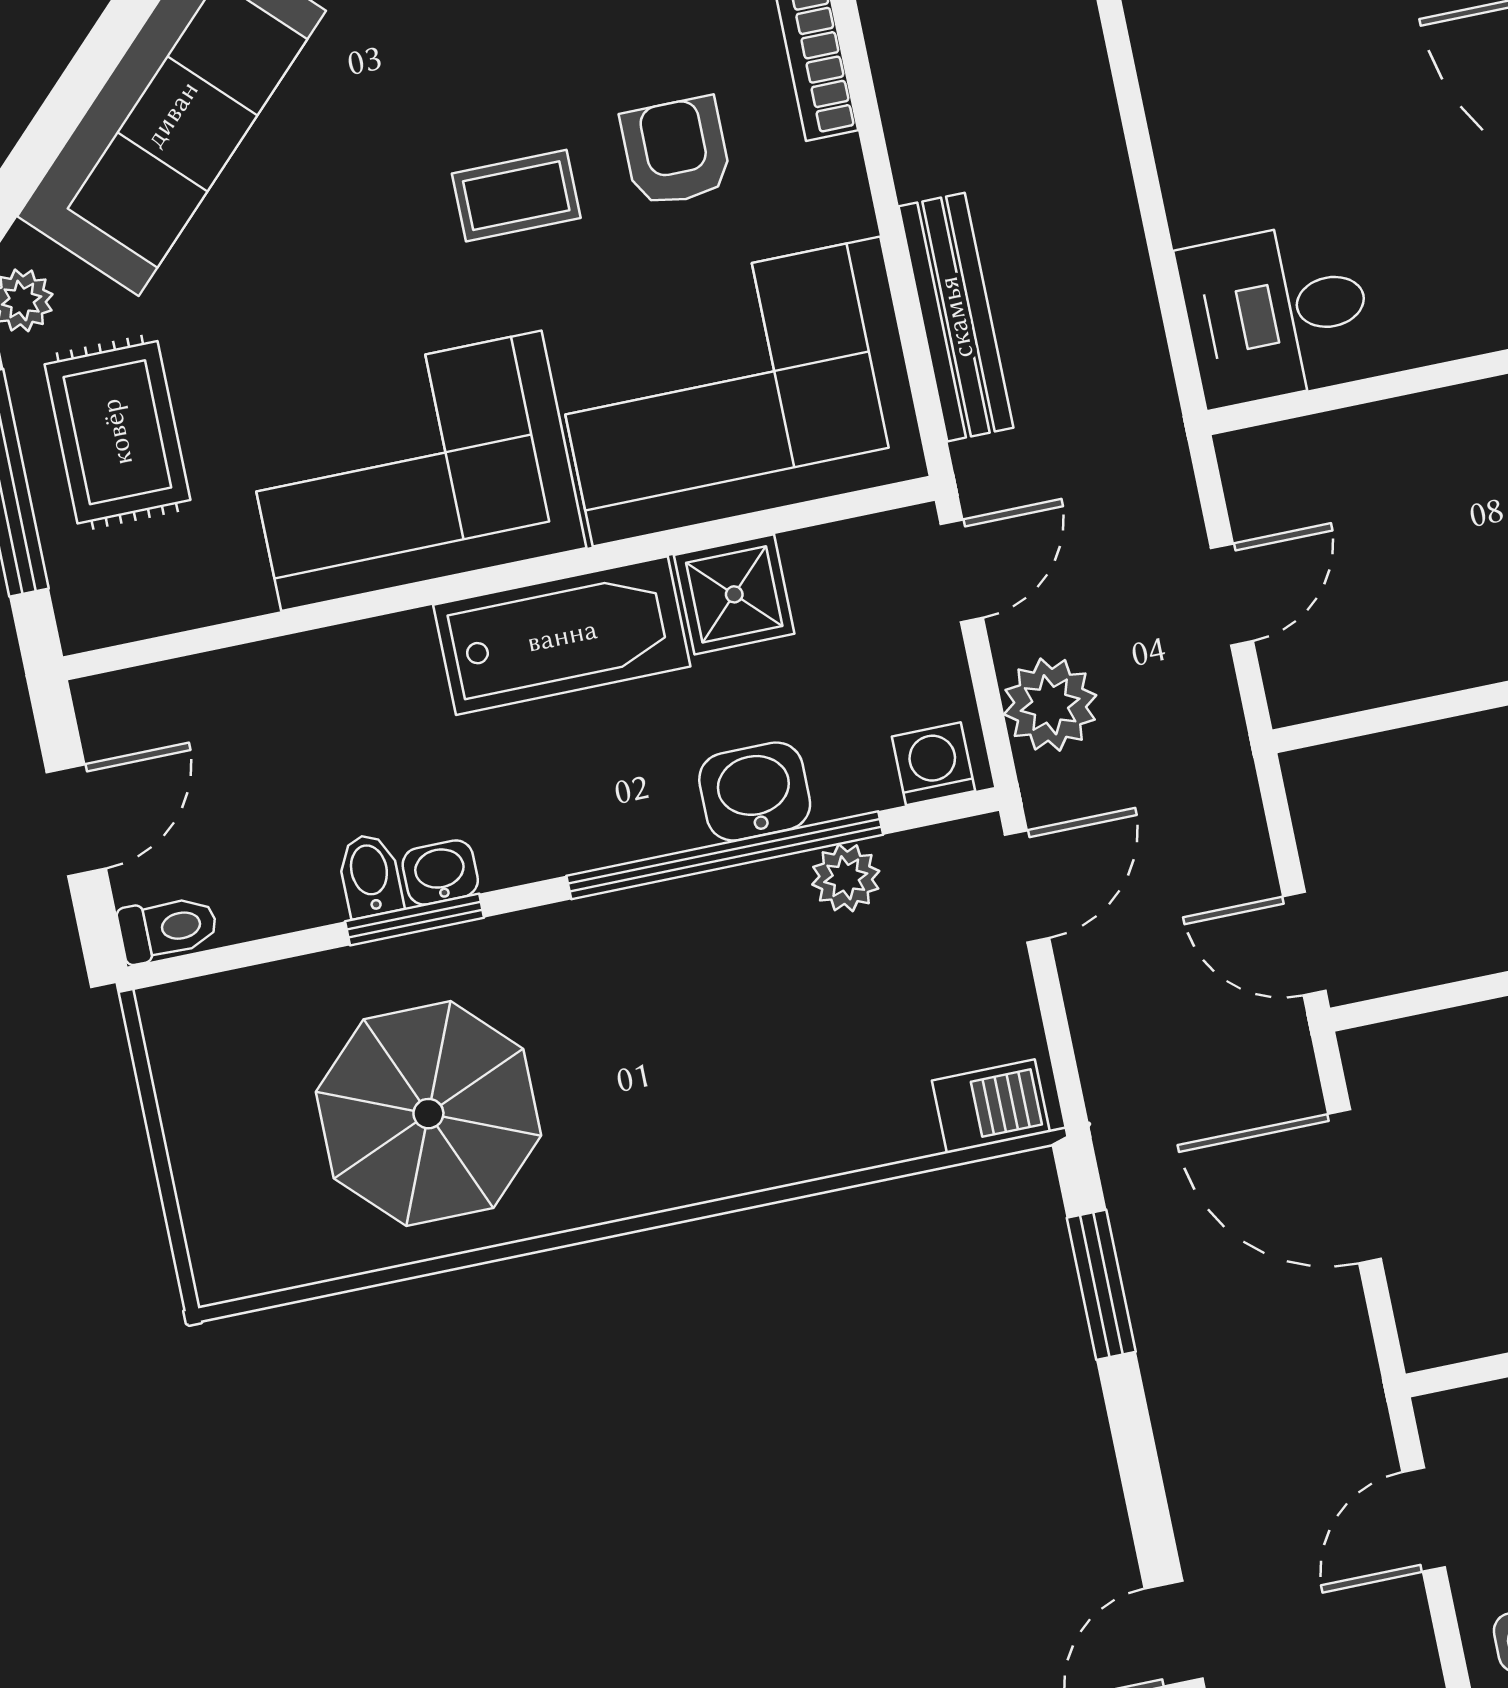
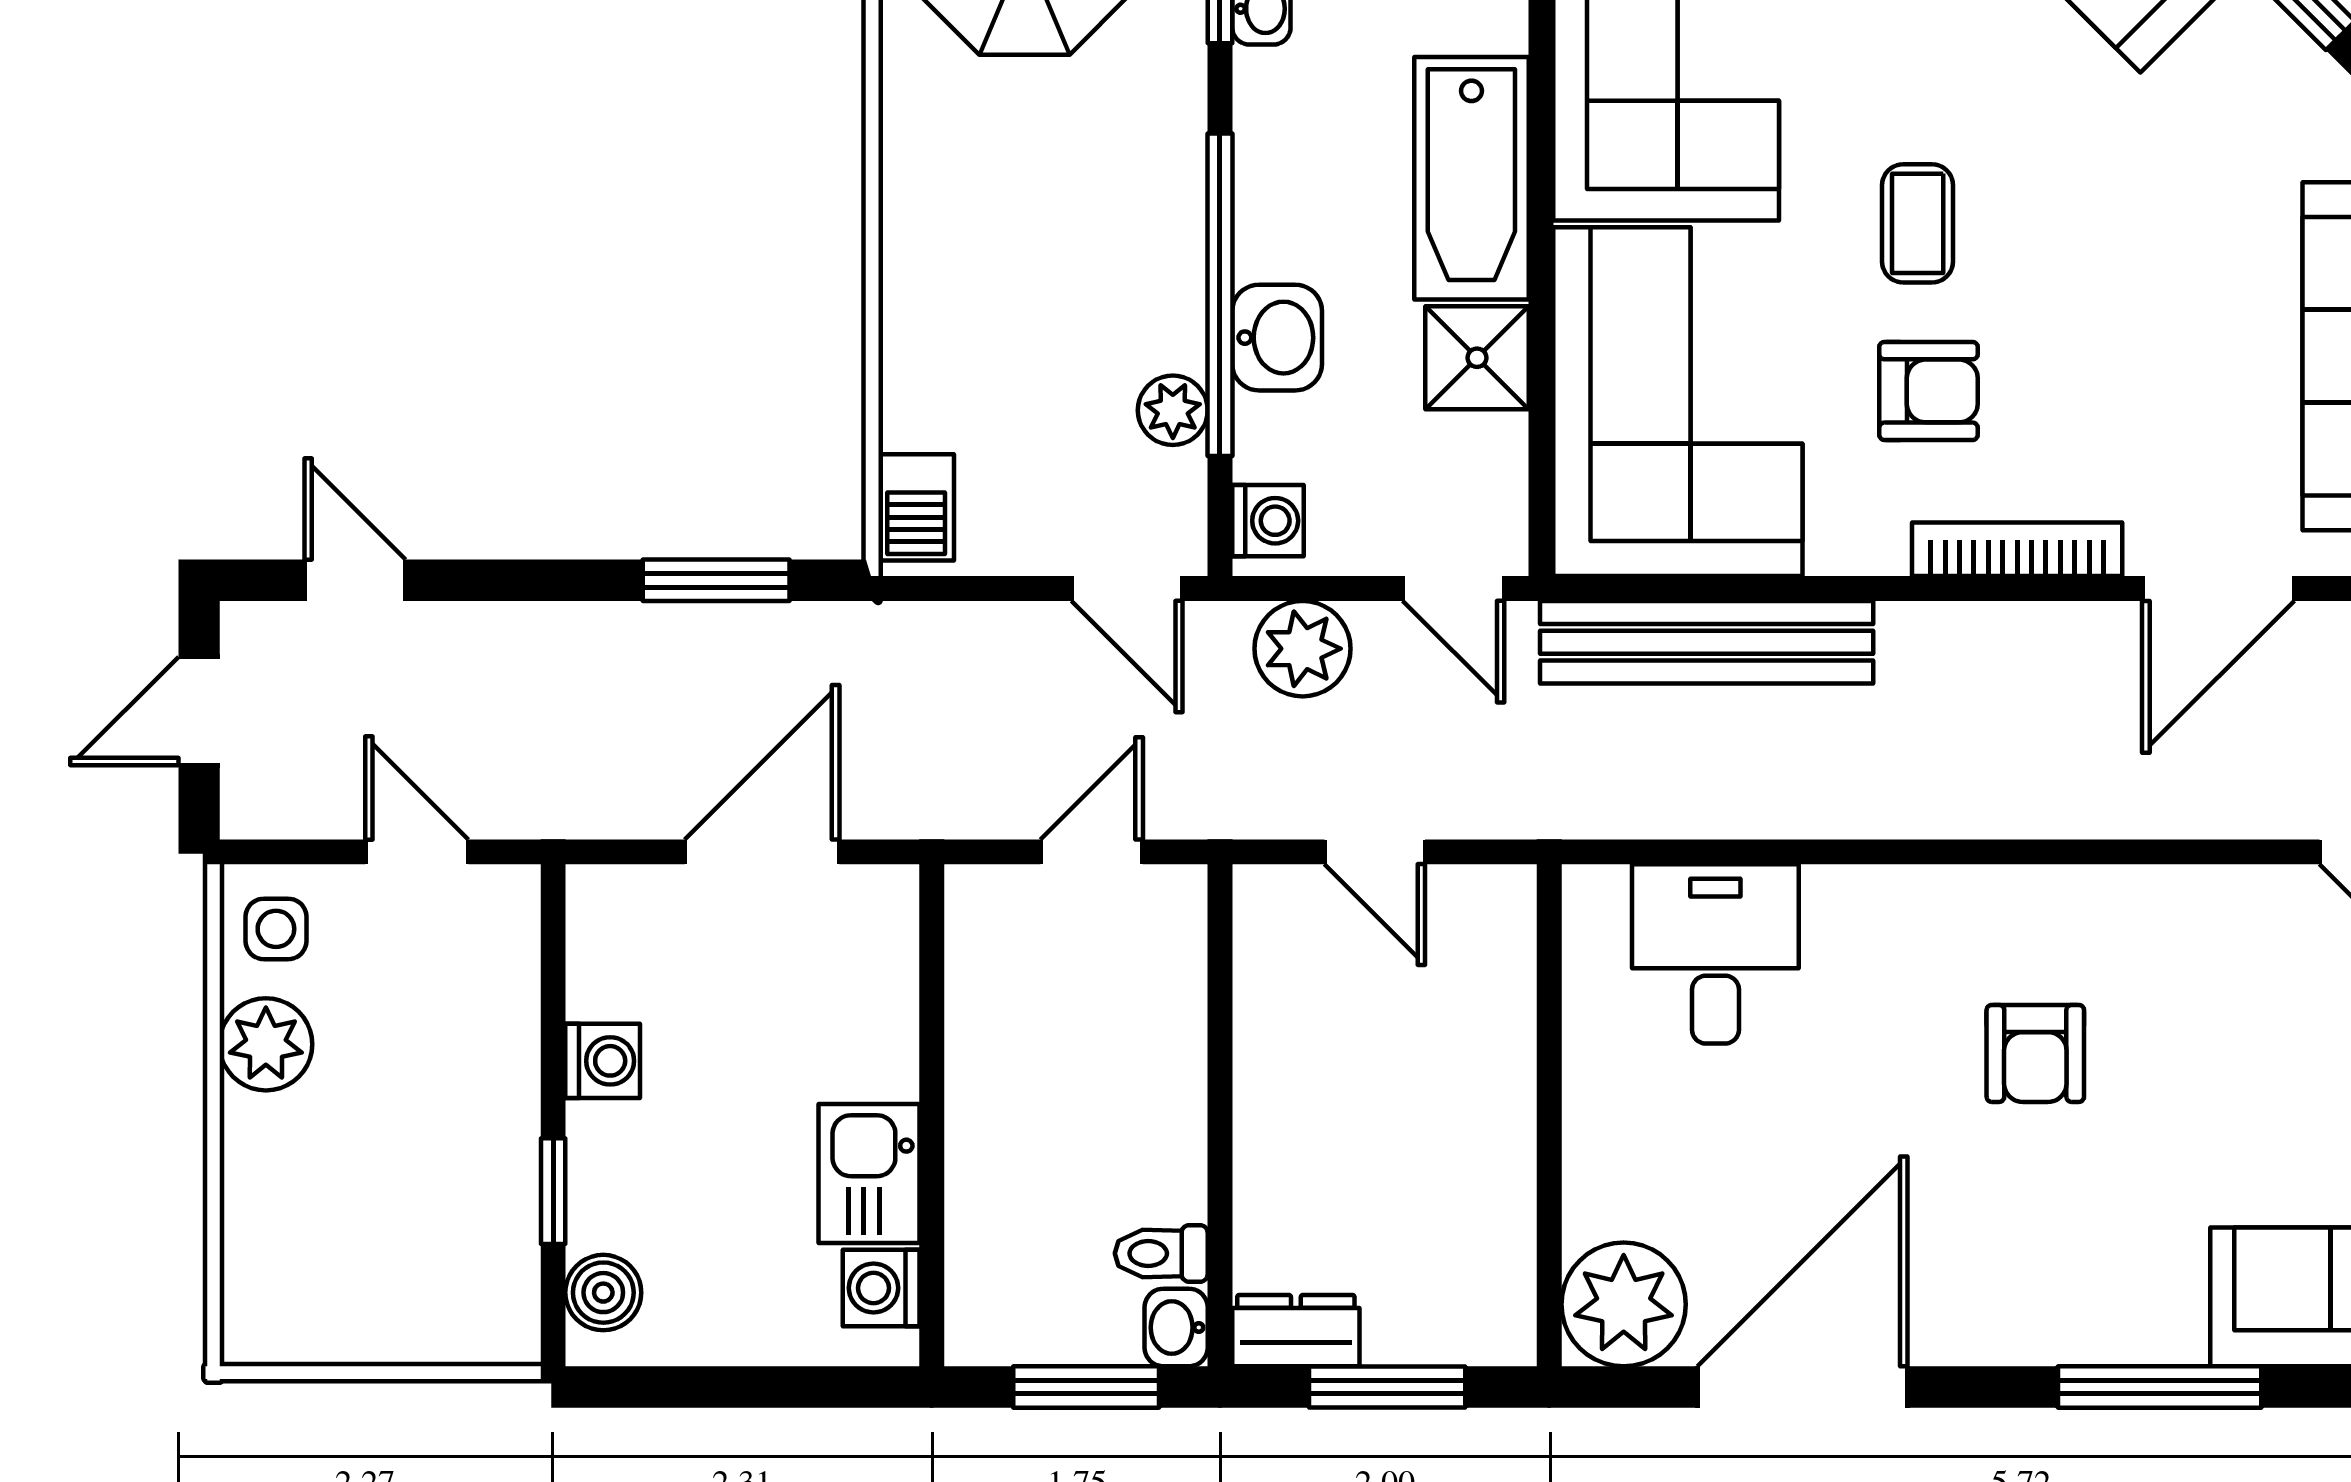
desk: (1277, 313) -> (1715, 954), moved
bench: (956, 317) -> (1707, 642), width x1.37, depth x1.21
door: (1304, 944) -> (1092, 852), moved

